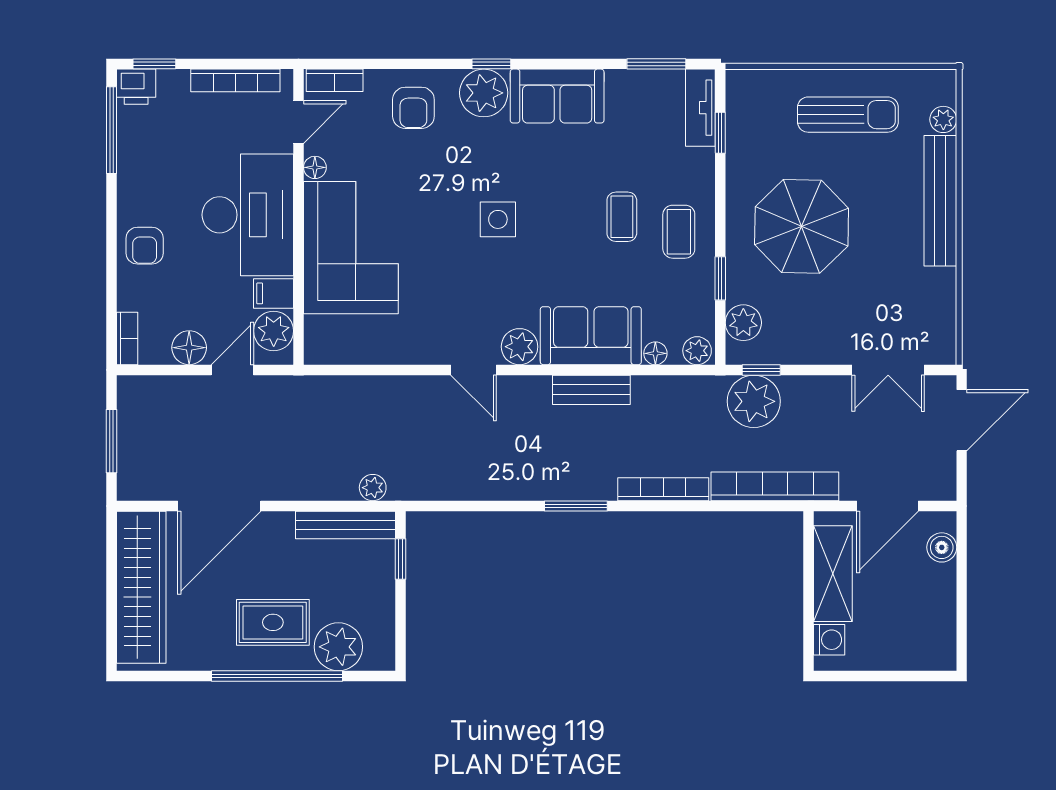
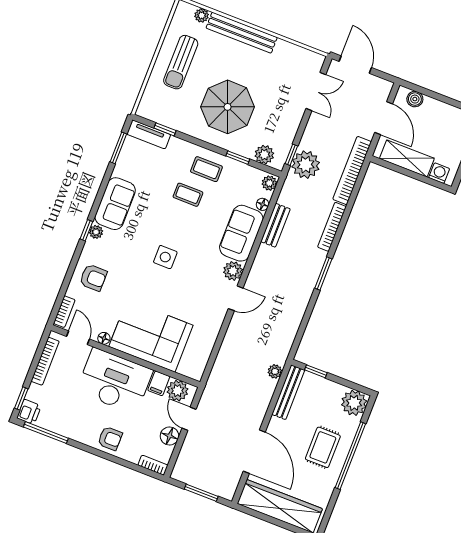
plant: (484, 93) -> (96, 232), width x0.53, depth x0.53
sun lounger: (848, 115) -> (181, 62), turned 180
bench: (591, 390) -> (275, 225), moved
plant: (338, 647) -> (354, 403), moved

